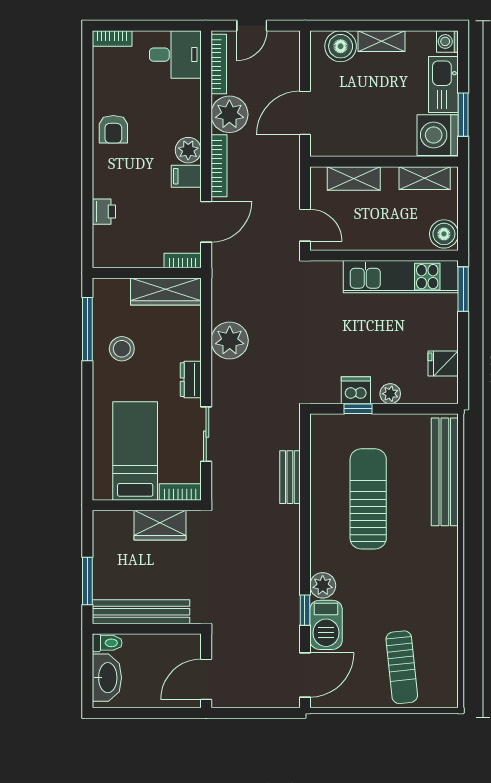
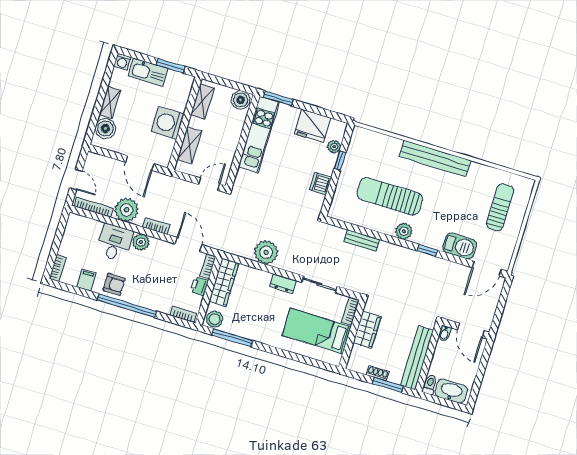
desk: (175, 55) -> (115, 243), moved
washing machine: (438, 135) -> (168, 123), moved, turned 90
window: (87, 158) -> (127, 306), added
bookcase: (219, 166) -> (156, 226), width x0.64
filing cabinet: (186, 176) -> (86, 280), moved, turned 180
printer: (104, 212) -> (199, 286), moved, turned -90
bookcase: (100, 245) -> (183, 314), added
stool: (122, 349) -> (215, 319), moved
fridge: (443, 364) -> (313, 126), width x1.88, depth x1.34
plant: (390, 394) -> (334, 147), moved
window: (358, 409) -> (340, 161), moved
bench: (445, 472) -> (435, 158), moved
shoe rack: (100, 560) -> (378, 373), added
plant: (323, 585) -> (404, 231), moved
window: (305, 610) -> (427, 250), moved
bidet: (189, 642) -> (444, 333), added
sun lounger: (402, 667) -> (500, 207), turned -84
door: (305, 675) -> (487, 268), swing flipped

